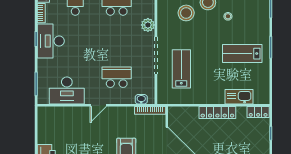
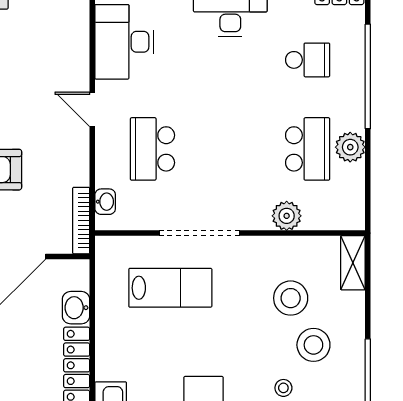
plant: (148, 25) -> (287, 216), moved
school desk: (117, 77) -> (152, 149), turned 180
washbasin: (191, 113) -> (76, 308), added

